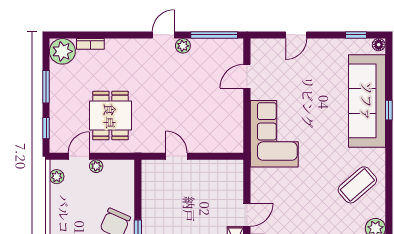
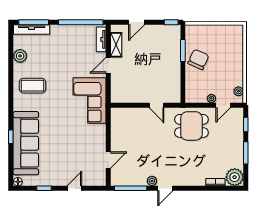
window: (356, 35) -> (44, 188), moved
dining table: (110, 116) -> (191, 126), moved, turned 90
corner sofa: (274, 134) -> (89, 101), moved
coffee table: (357, 185) -> (32, 86), turned 41

